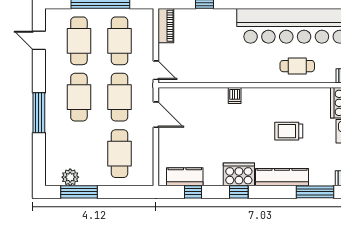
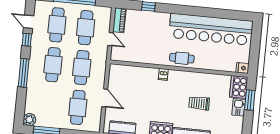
window: (39, 66) -> (27, 40), added
cafe table: (297, 66) -> (182, 58), moved
door: (156, 70) -> (110, 39), moved
door: (156, 115) -> (105, 98), moved
plant: (70, 177) -> (29, 120), moved

